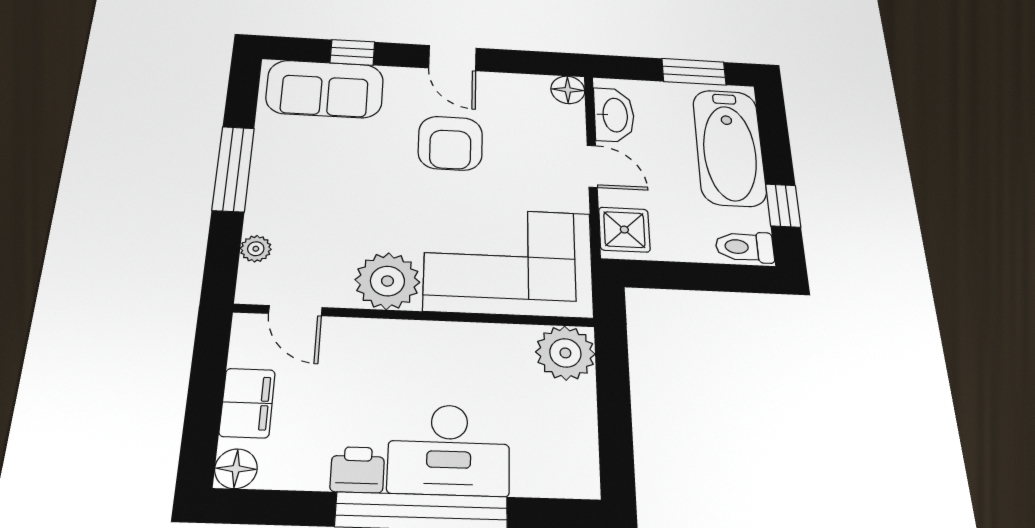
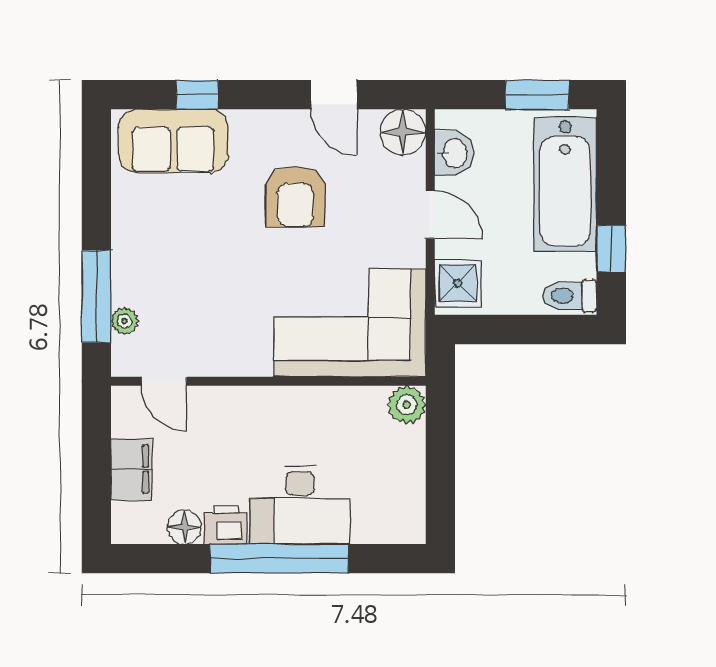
door: (452, 58) -> (334, 95), moved
floor lamp: (568, 90) -> (403, 132), width x1.38, depth x1.38
washbasin: (614, 115) -> (454, 153), width x0.72
window: (233, 169) -> (96, 296), moved
plant: (387, 281) -> (242, 348), removed
plant: (565, 353) -> (407, 405), width x0.73, depth x0.73
floor lamp: (236, 469) -> (184, 527), moved

